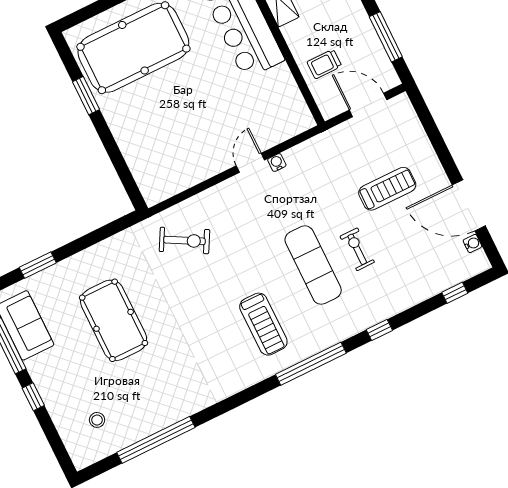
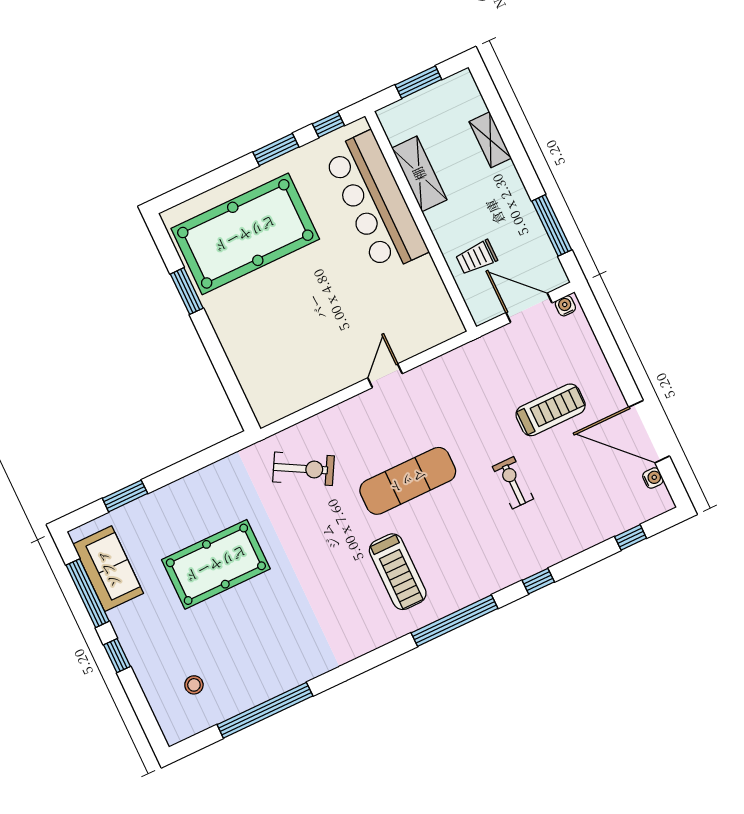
water cooler: (277, 162) -> (565, 306), moved
exercise mat: (313, 265) -> (408, 481), moved, turned 90
pool table: (114, 320) -> (216, 564), turned 90

